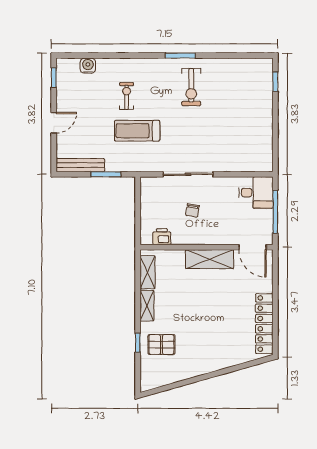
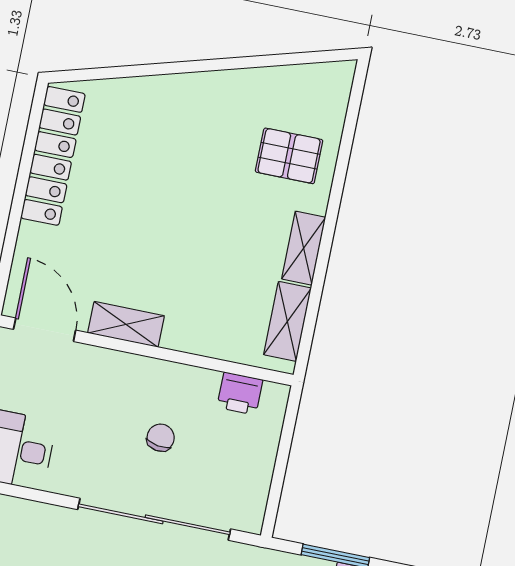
sliding door: (188, 174) -> (154, 519), width x1.36
shelving: (210, 259) -> (126, 324), width x0.67, depth x0.75
window: (138, 343) -> (341, 171), removed

